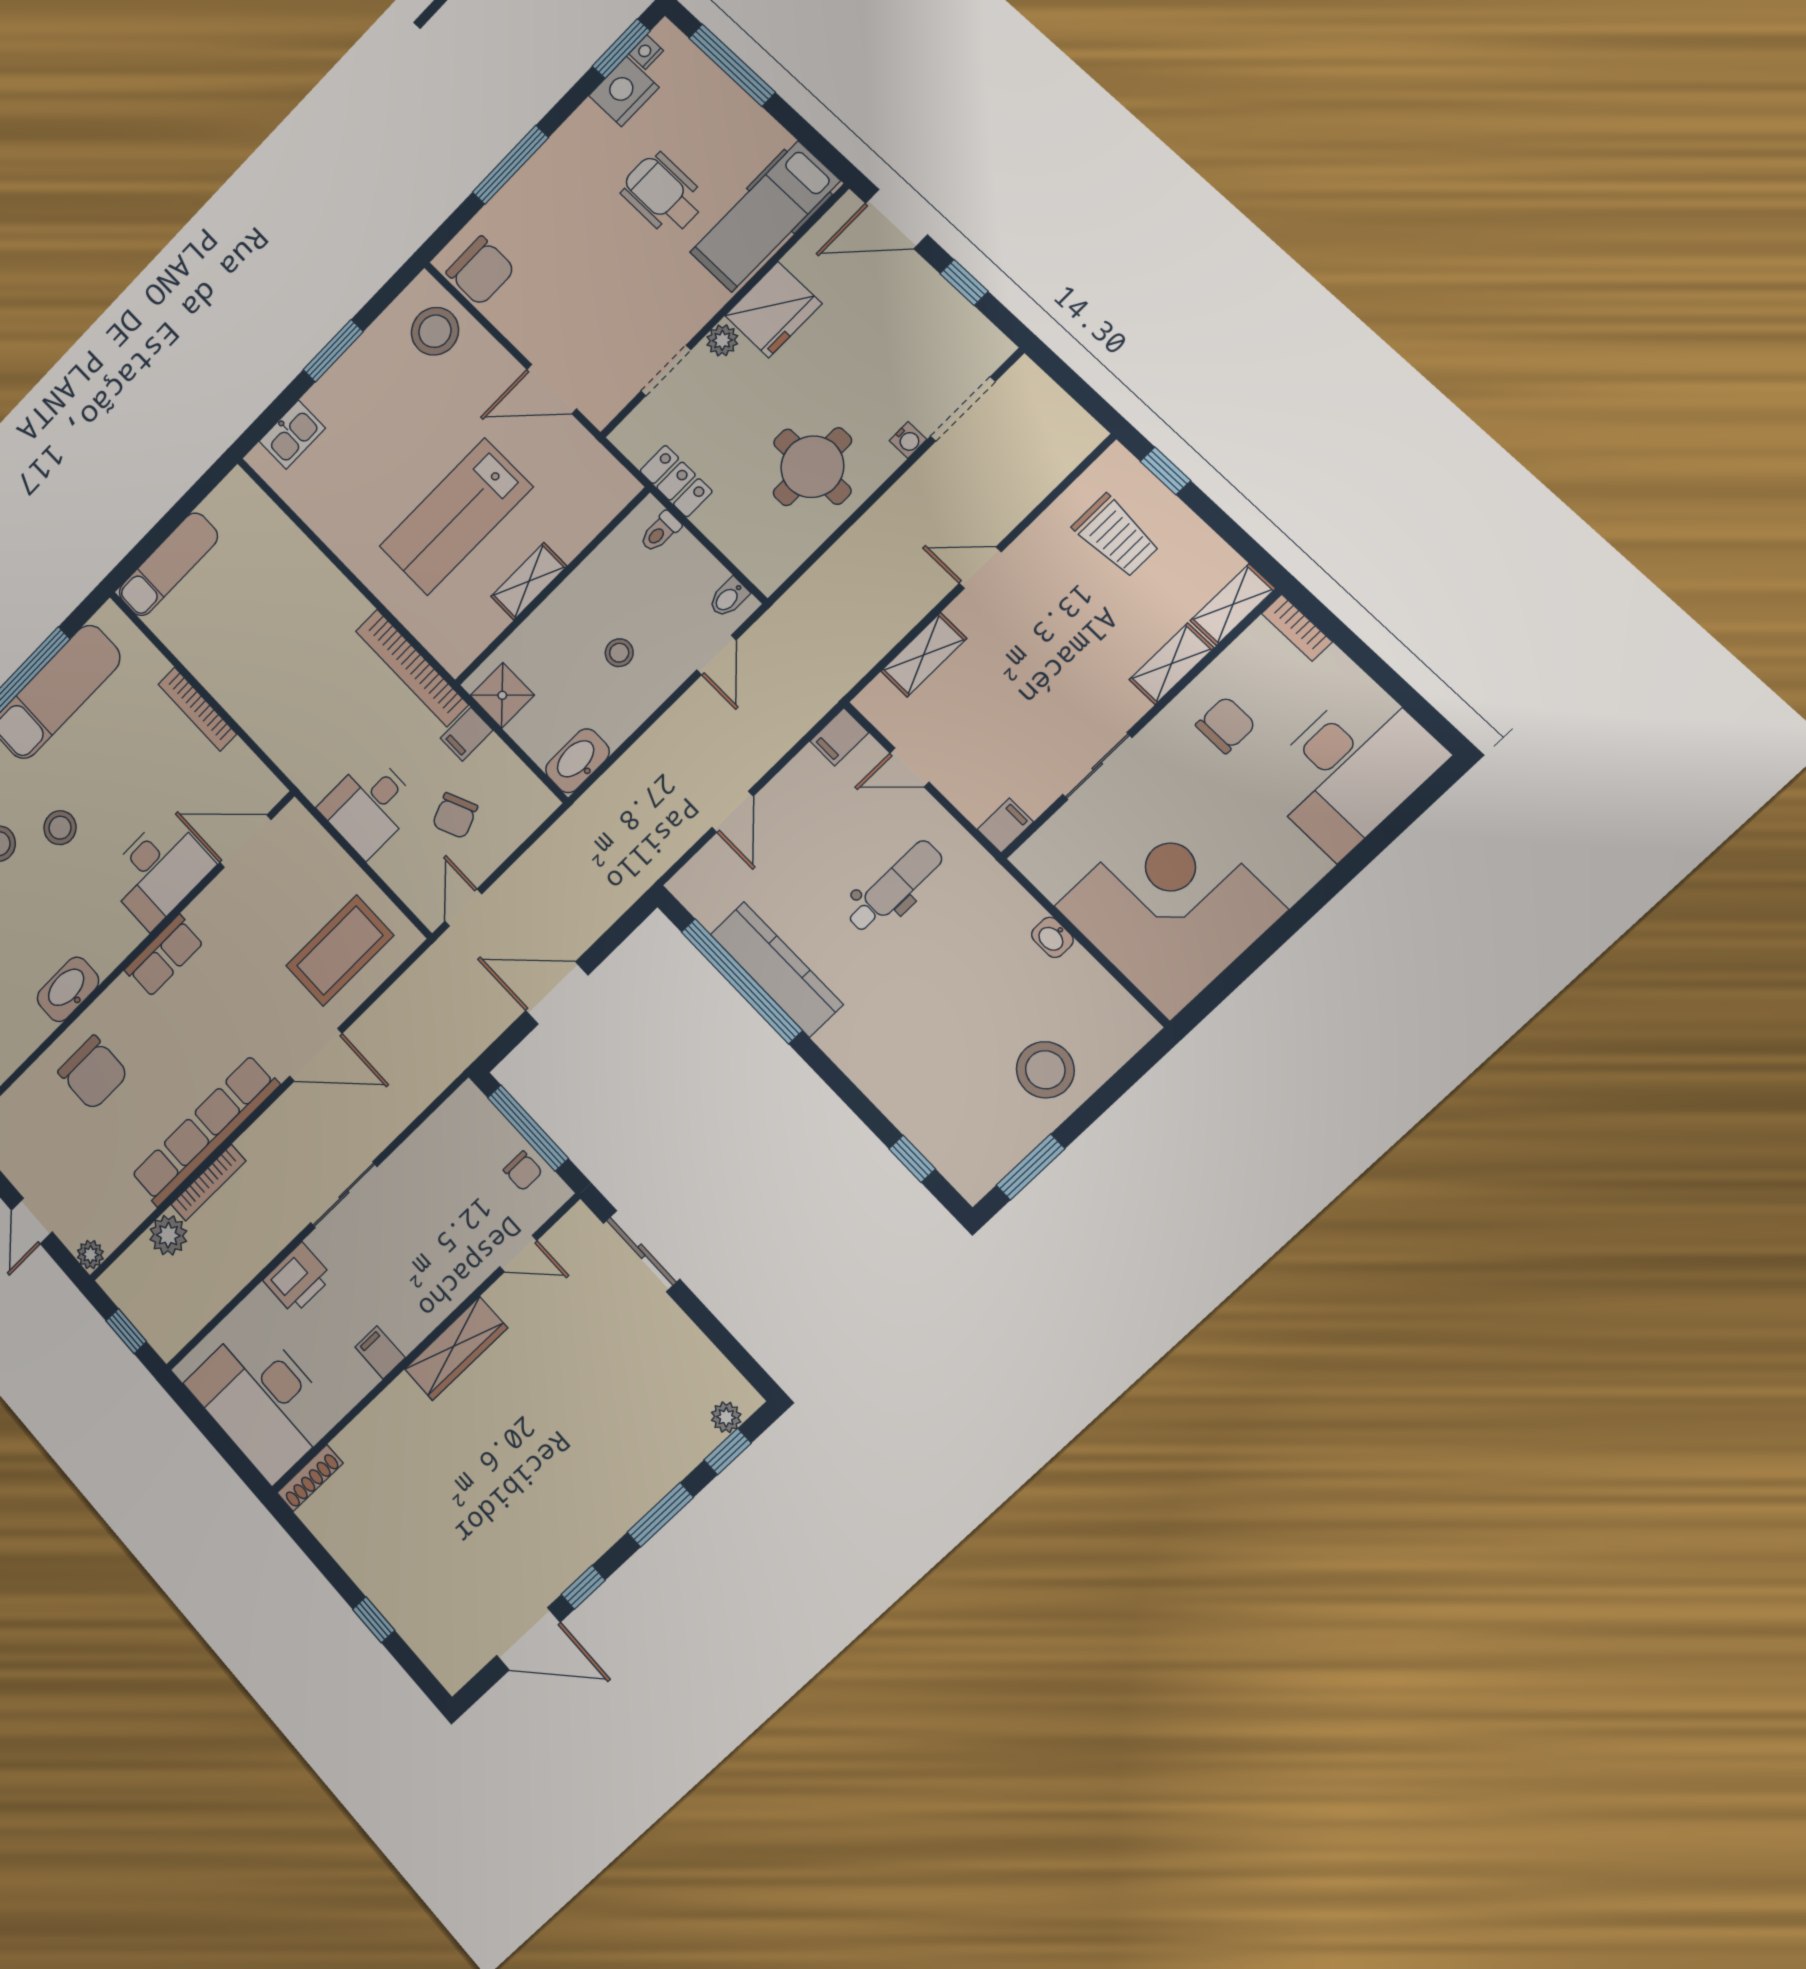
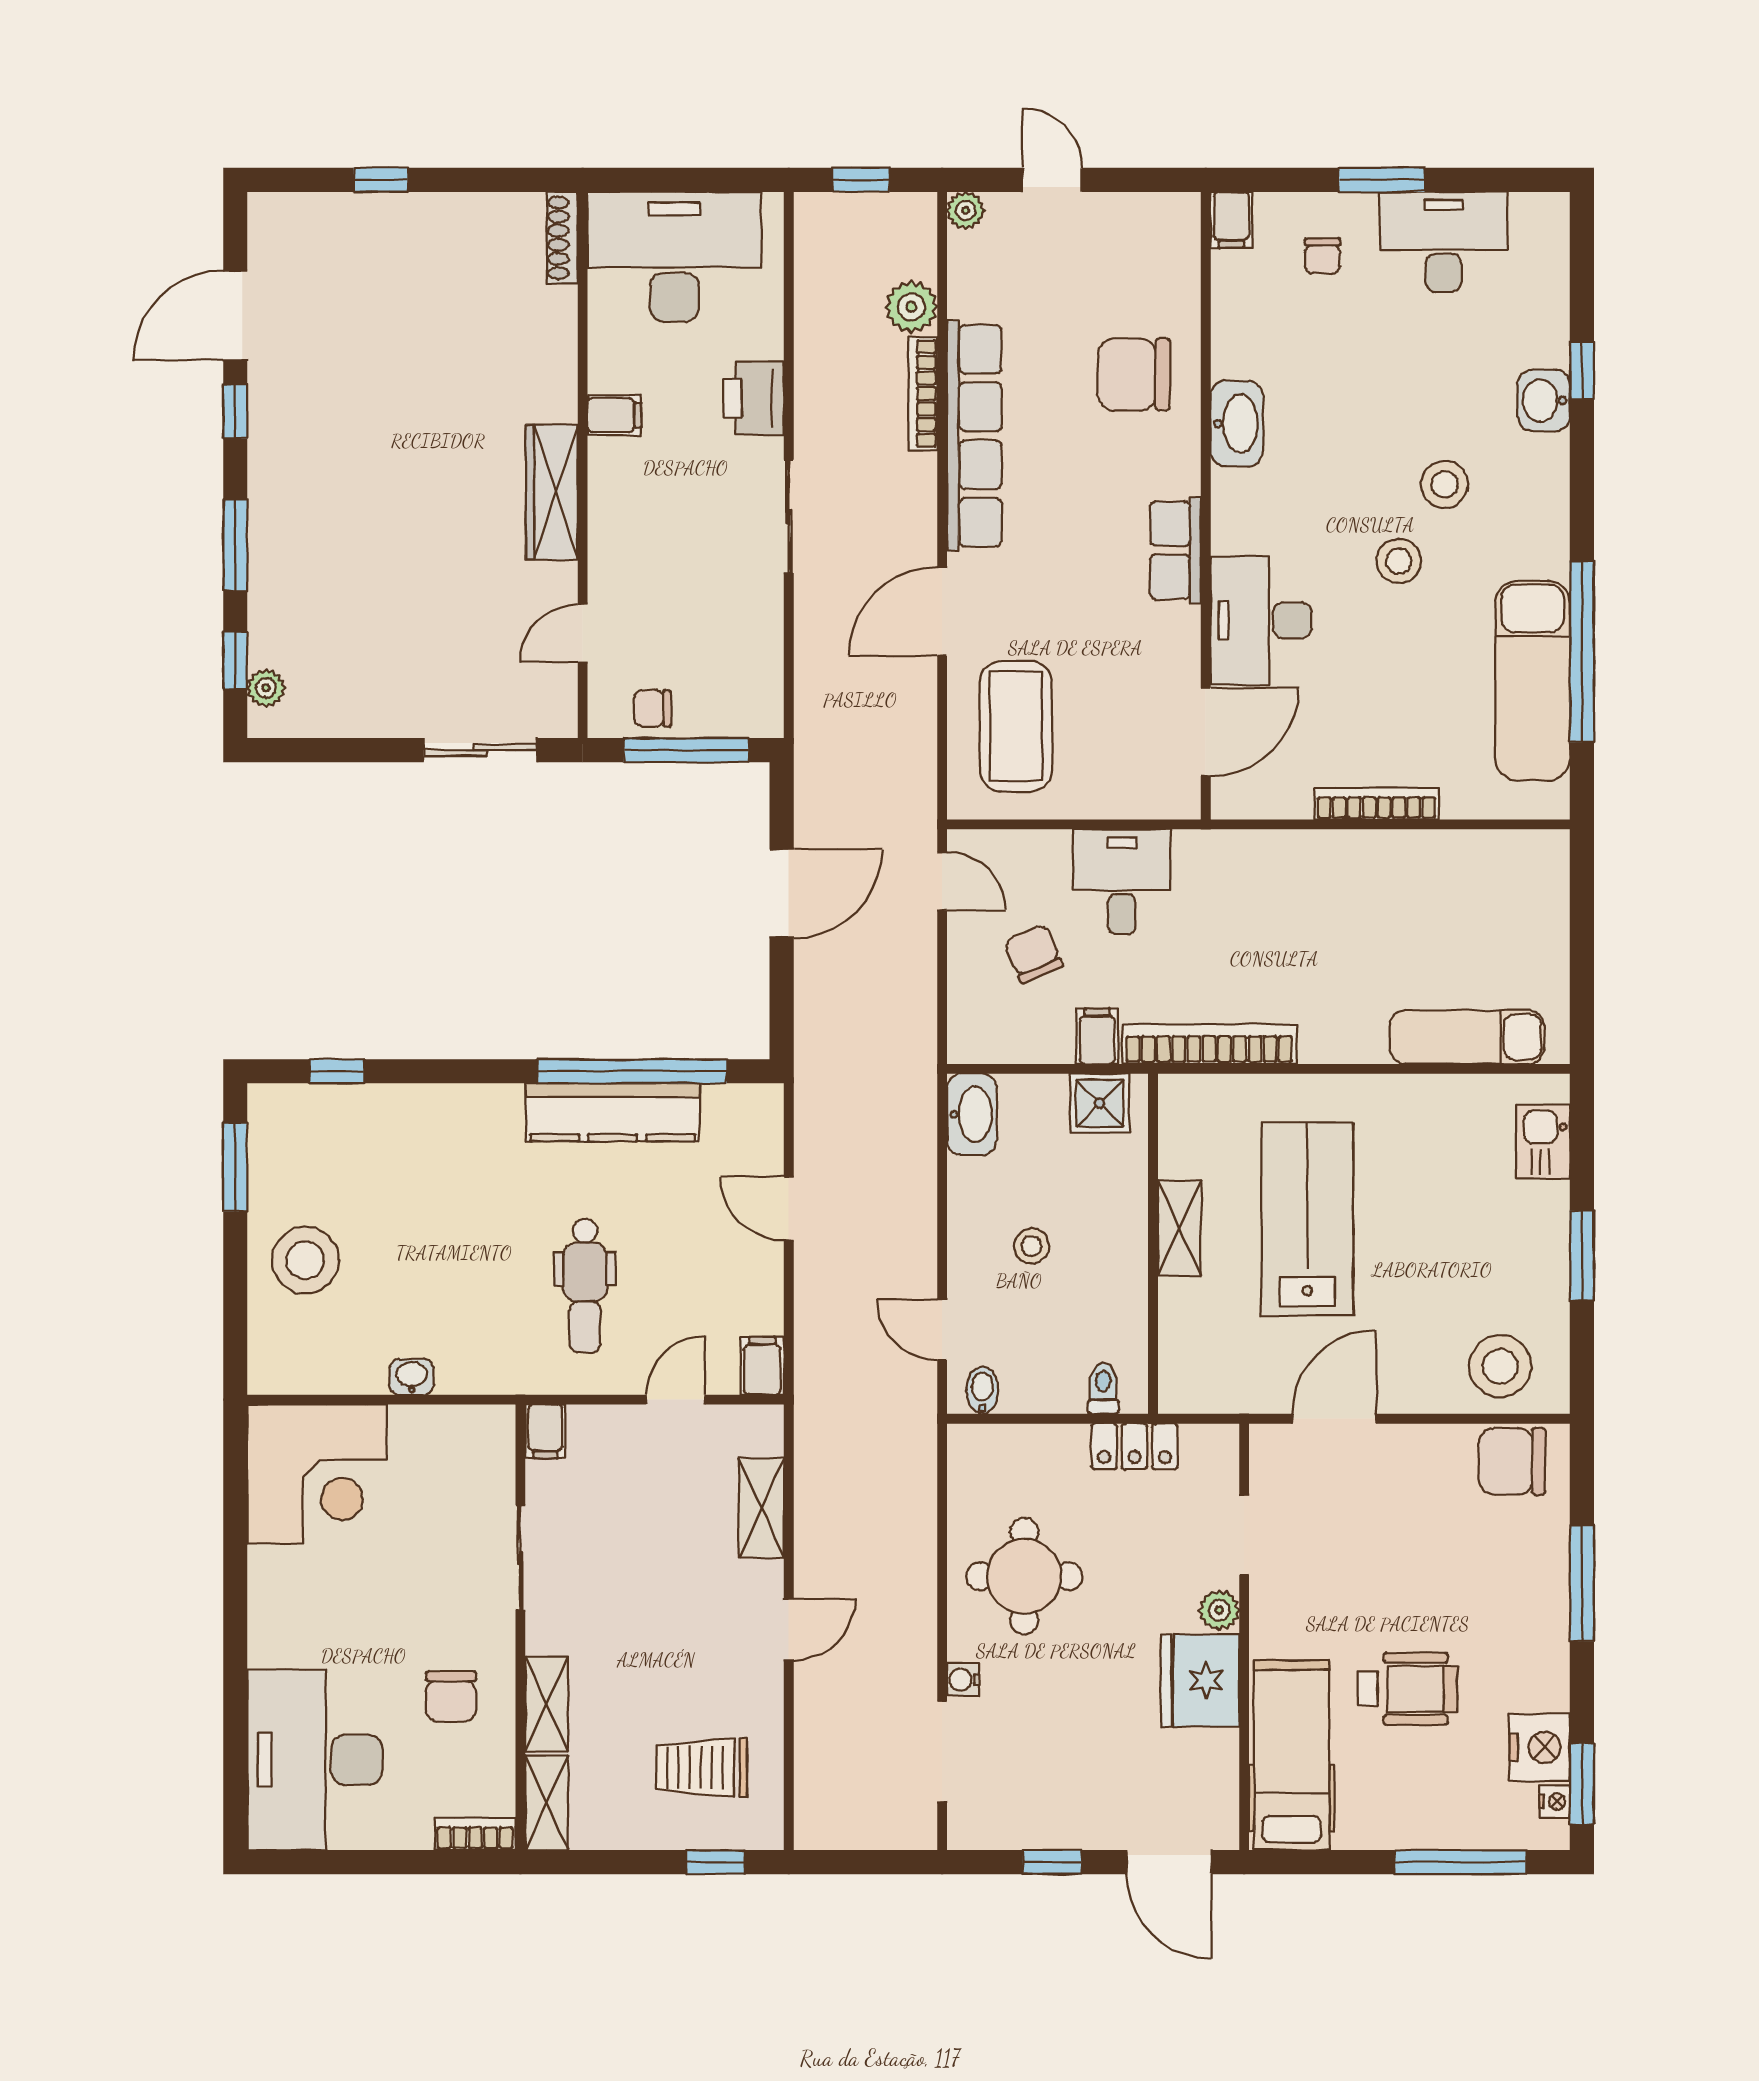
door: (896, 219) -> (1169, 1862), swing flipped
exam couch: (168, 564) -> (1467, 1037), moved, turned 90
corner desk: (1170, 908) -> (317, 1474), width x0.74, depth x0.74

